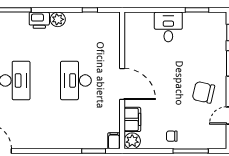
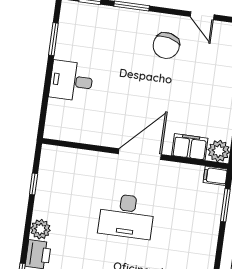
chair: (172, 136) -> (220, 97), removed

